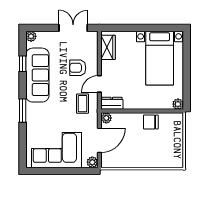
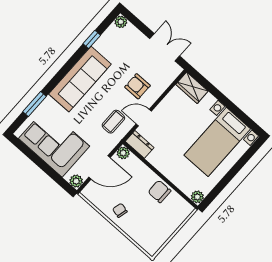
wardrobe: (108, 47) -> (192, 88), moved, turned 90
sofa: (37, 75) -> (80, 79), moved
window: (23, 111) -> (35, 104), moved
chair: (136, 156) -> (120, 210), added

